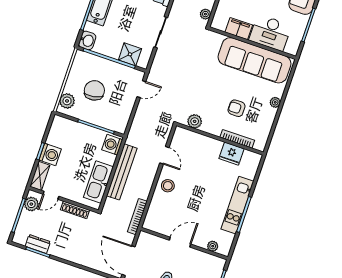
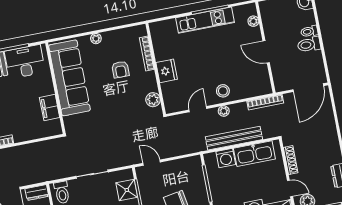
plant: (205, 14) -> (224, 111), moved
desk: (270, 33) -> (25, 62), moved, turned -90
washing machine: (112, 145) -> (226, 158), moved
fridge: (231, 154) -> (167, 71), moved

